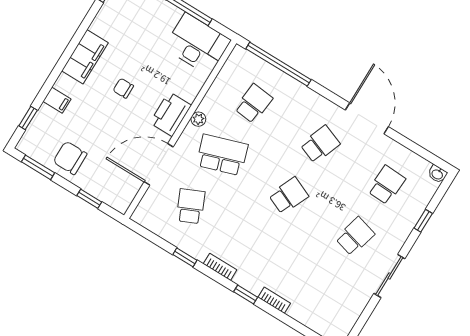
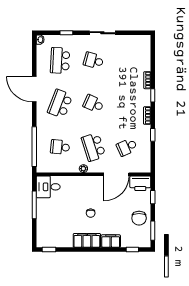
desk: (197, 44) -> (48, 187), width x0.73
filing cabinet: (57, 100) -> (111, 241), width x2.00
printer: (171, 114) -> (140, 183), moved
door: (367, 118) -> (34, 89), hinge flipped
school desk: (320, 144) -> (60, 104), width x1.85
door: (159, 164) -> (116, 174), hinge flipped
school desk: (386, 185) -> (60, 61), width x1.85

